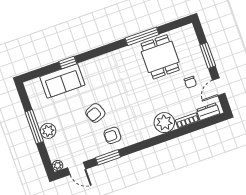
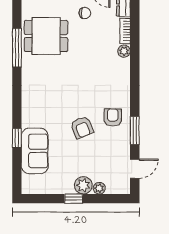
plant: (164, 123) -> (124, 51), width x0.53, depth x0.53
window: (34, 127) -> (74, 199), width x0.46
armchair: (112, 135) -> (113, 117), turned 180
plant: (58, 165) -> (99, 188), moved

